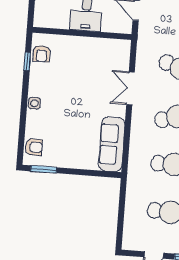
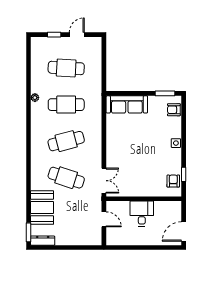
double door: (130, 88) -> (104, 181), moved
sofa: (112, 144) -> (127, 104), moved, turned 90

